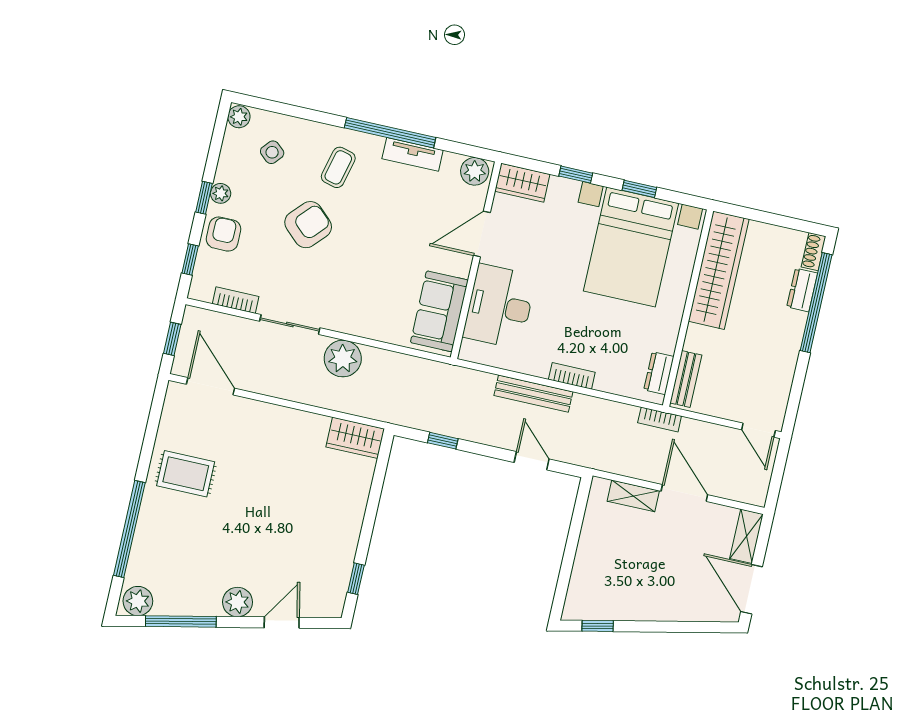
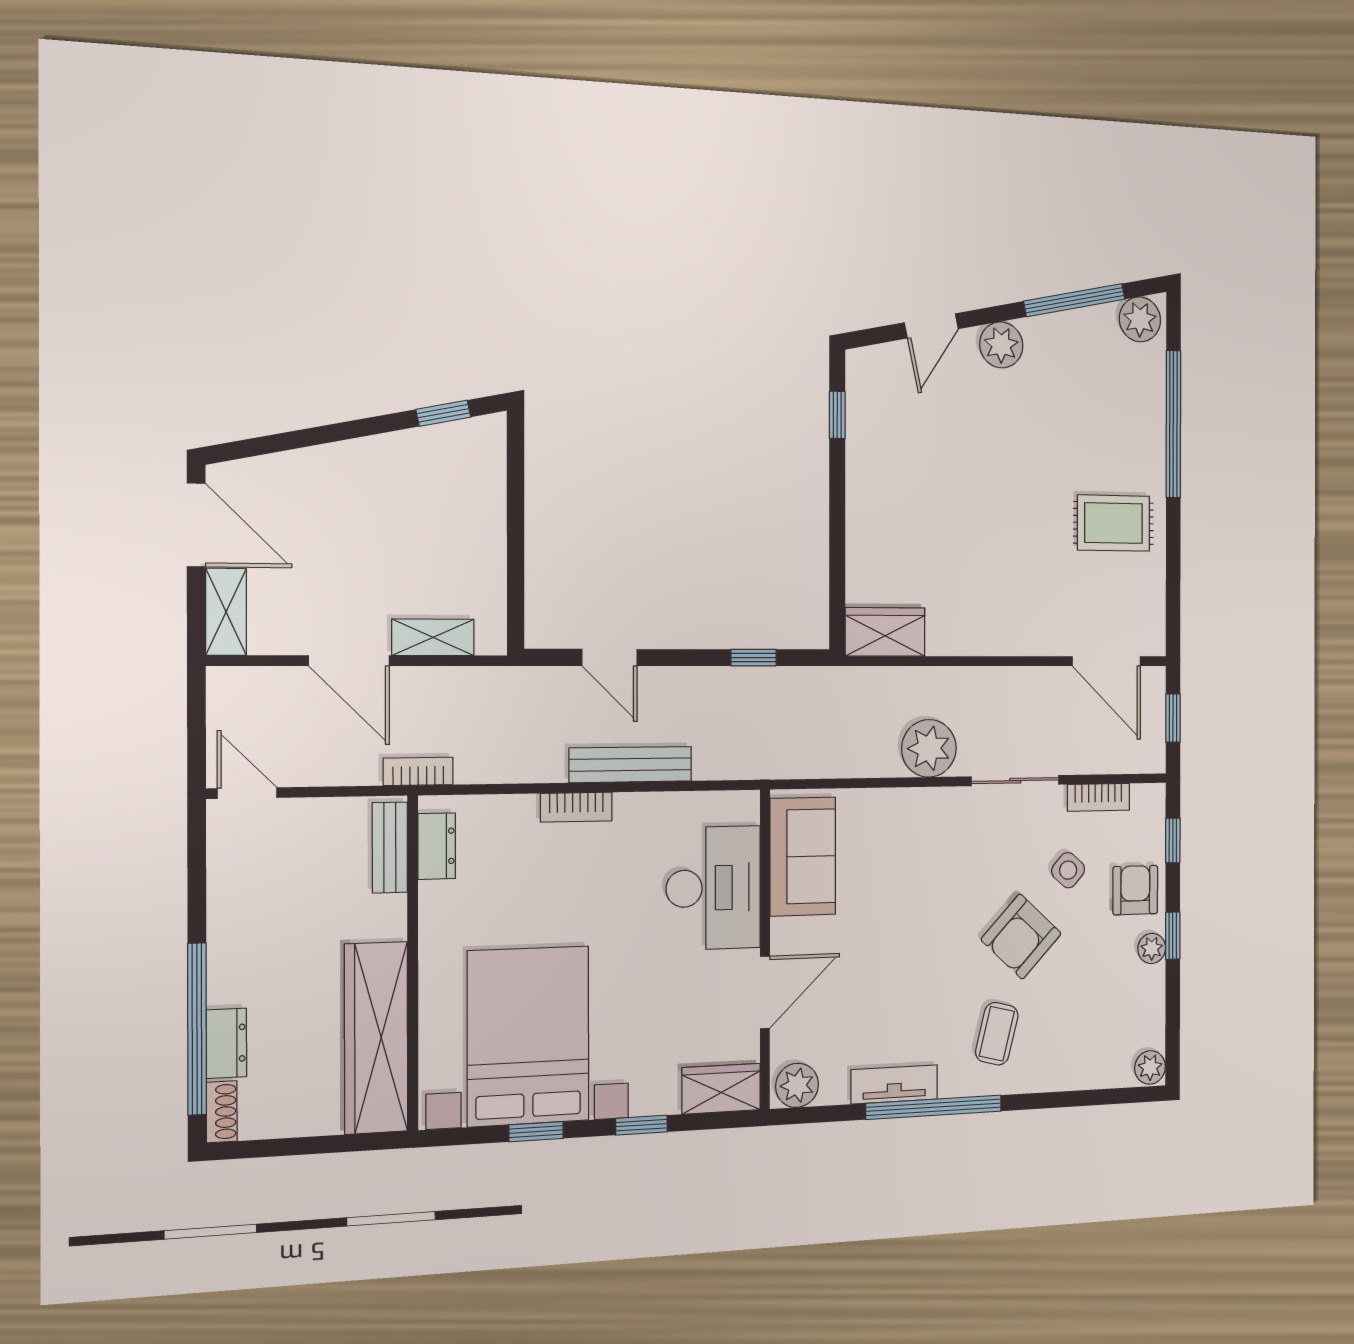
side table: (272, 152) -> (1068, 870), moved
armchair: (224, 234) -> (1135, 890), turned 180

